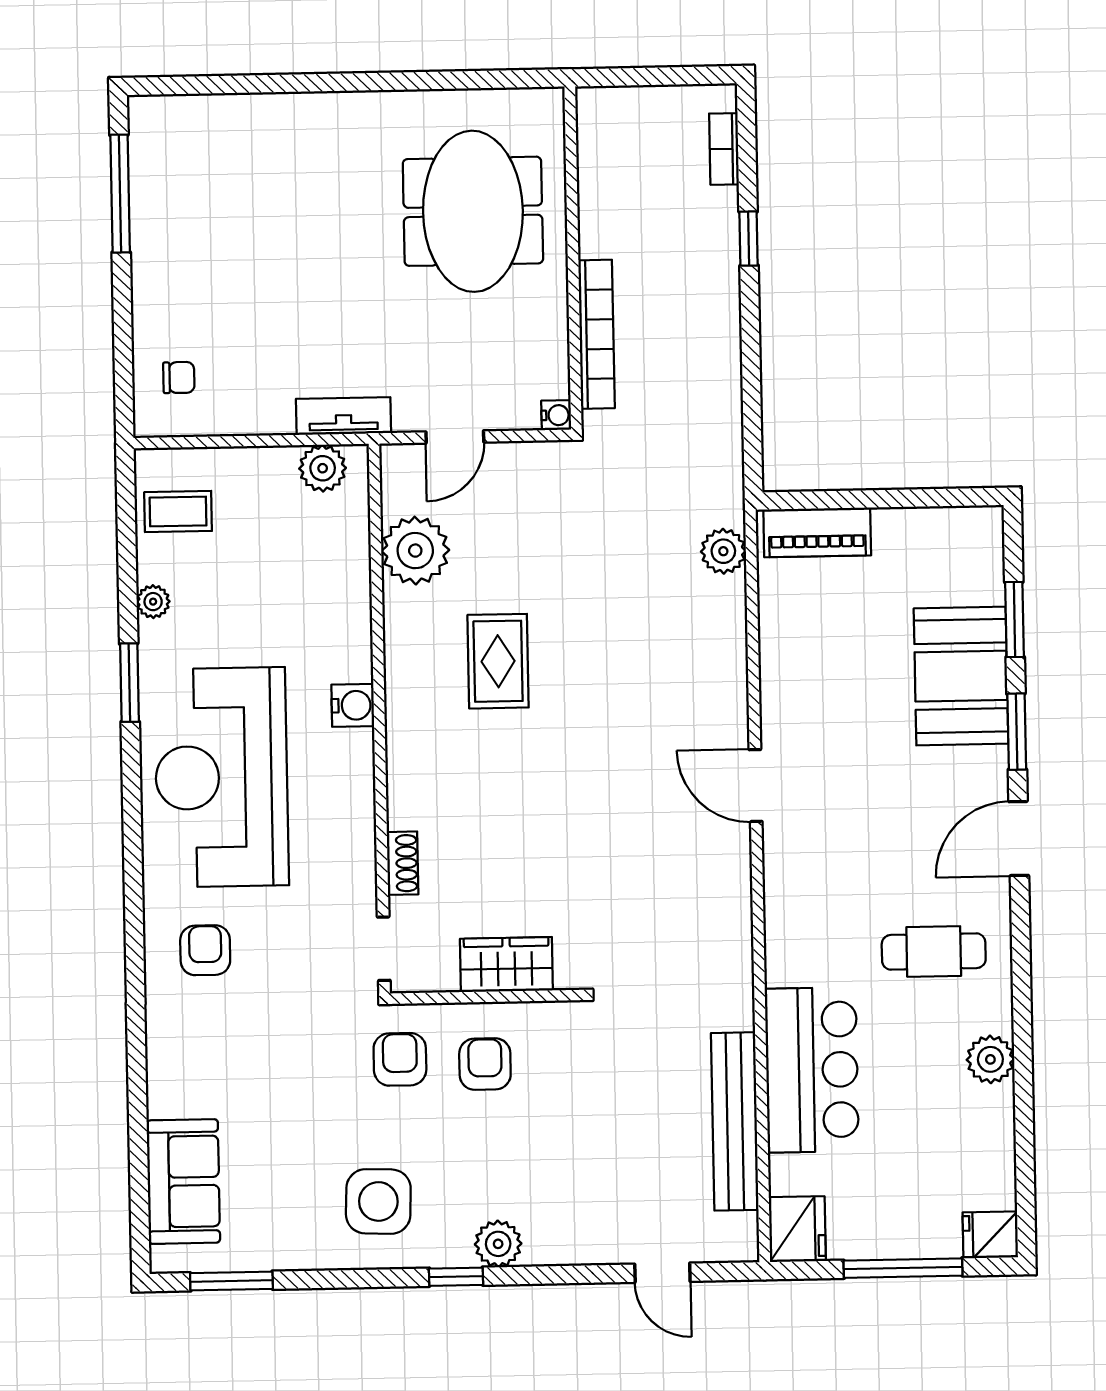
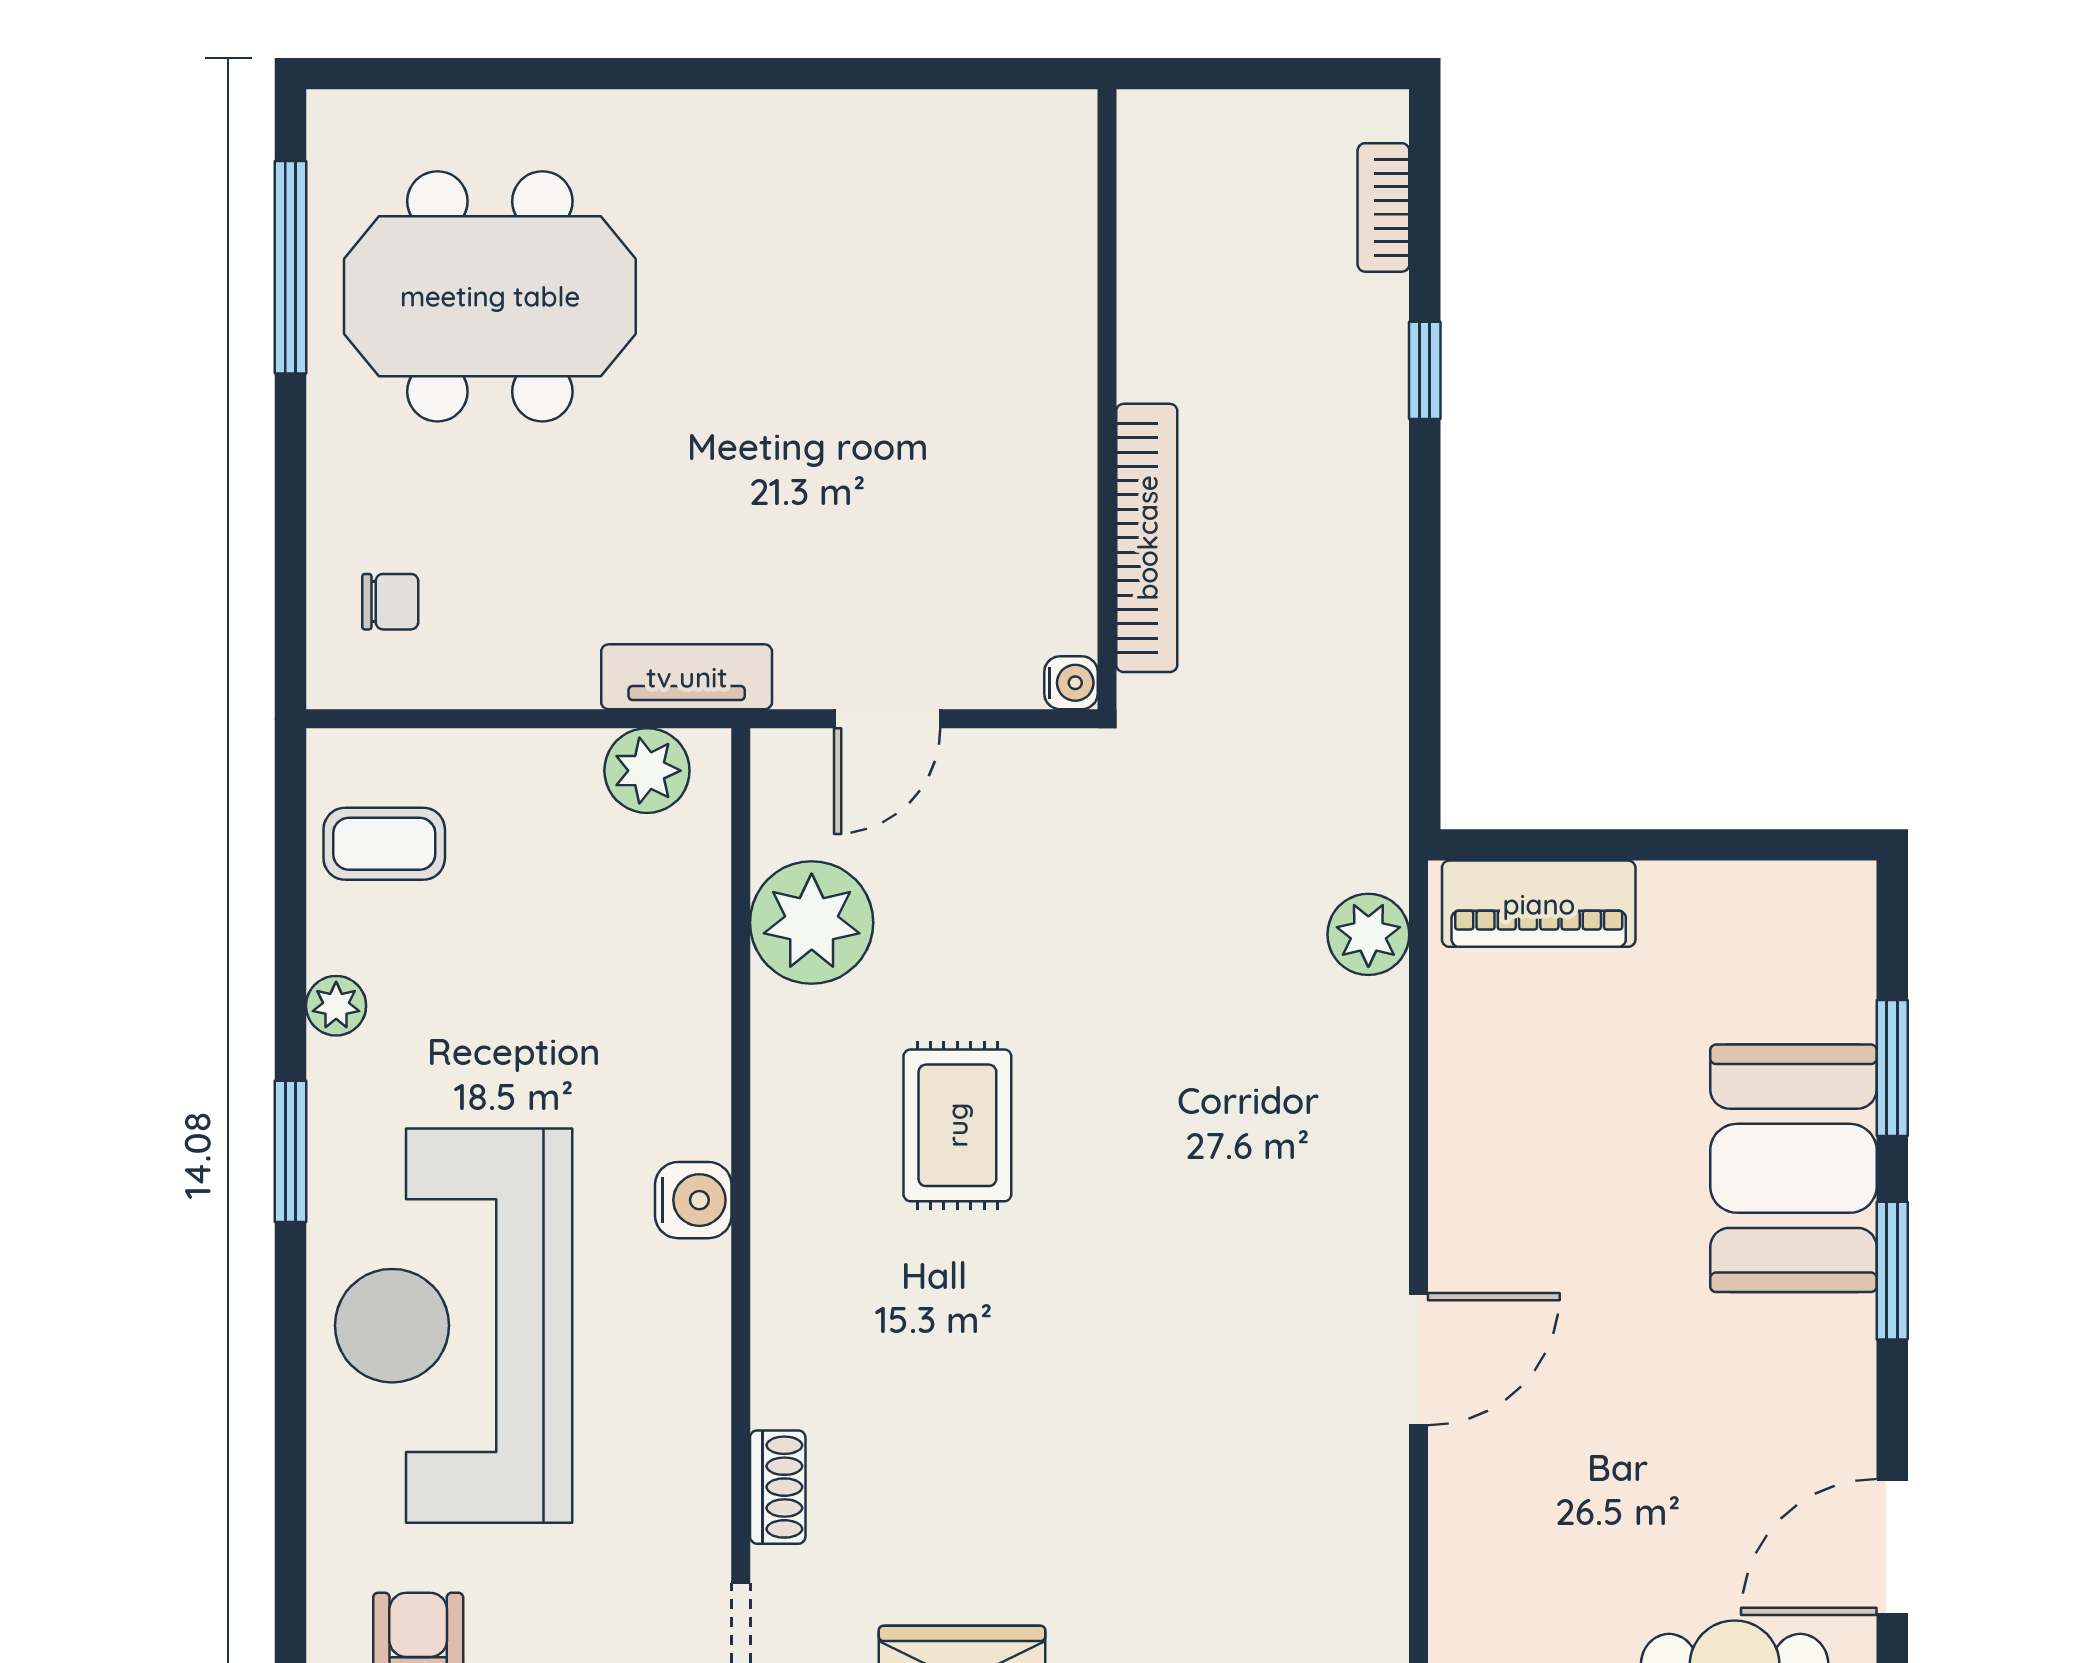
meeting table: (473, 211) -> (490, 296), moved, turned 90
door: (756, 786) -> (1419, 1359), swing flipped
door: (1019, 839) -> (1892, 1547), moved

